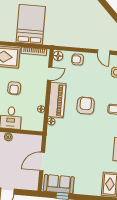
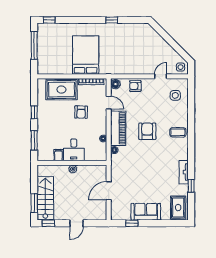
door: (104, 52) -> (161, 76), swing flipped
door: (50, 74) -> (109, 103), hinge flipped
armchair: (14, 88) -> (81, 112), moved
sofa: (59, 184) -> (146, 212), moved

